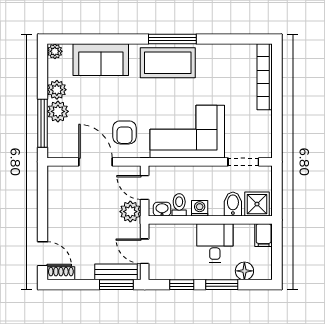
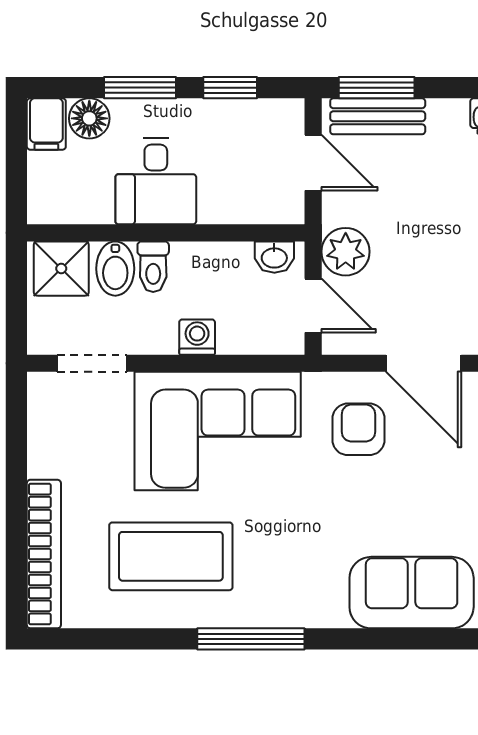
coffee table: (168, 63) -> (171, 556), moved
toilet: (179, 205) -> (153, 267), moved
washing machine: (200, 208) -> (197, 337), moved, turned 180
filing cabinet: (264, 235) -> (46, 124), moved, turned 180

